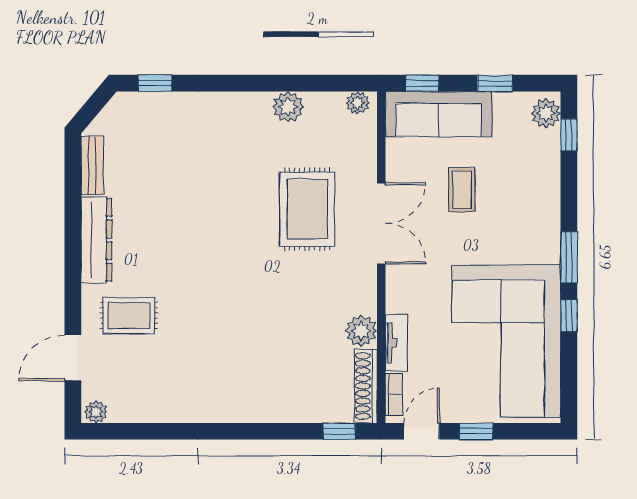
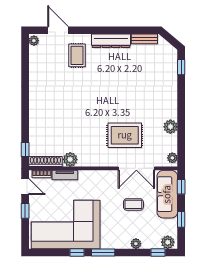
plant: (549, 184) -> (136, 244), added
double door: (381, 223) -> (136, 168), moved

